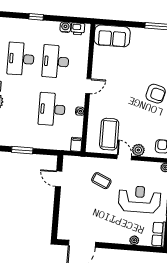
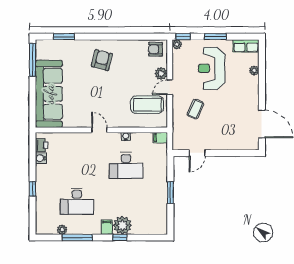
sofa: (112, 36) -> (49, 94), width x1.85, depth x1.27
desk: (56, 61) -> (77, 165), removed

